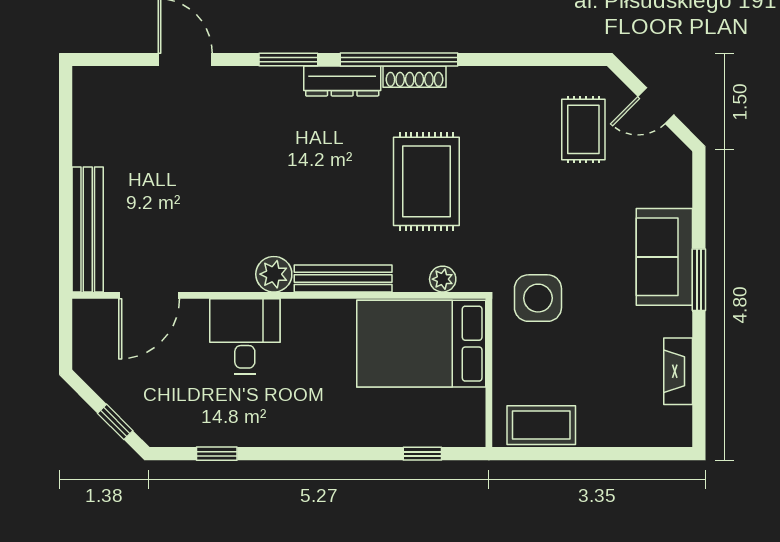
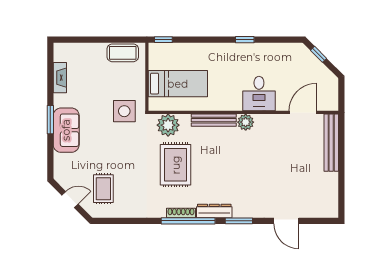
plant: (443, 279) -> (168, 125), width x1.87, depth x1.87
bed: (421, 344) -> (178, 84), width x0.67
window: (217, 454) -> (245, 40), moved
window: (422, 454) -> (163, 40), moved

